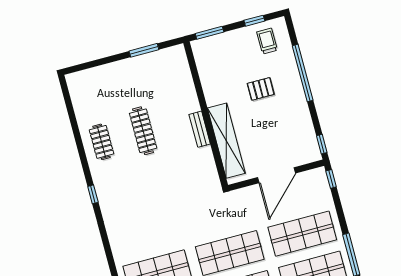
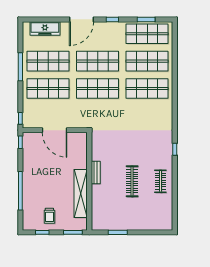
trolley: (267, 41) -> (49, 216), moved
pallet: (261, 89) -> (50, 188), removed
shelving: (226, 141) -> (81, 194), moved
door: (276, 175) -> (55, 130), swing flipped

